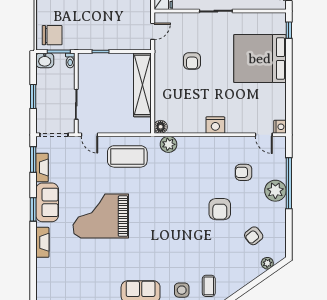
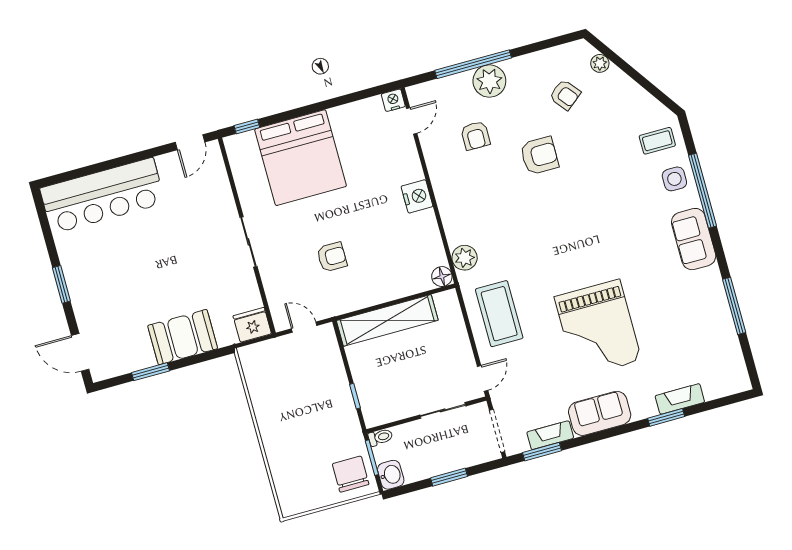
window: (33, 209) -> (666, 417), moved
fireplace: (42, 242) -> (680, 399), moved

